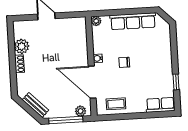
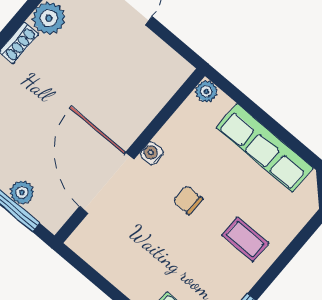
coffee table: (116, 104) -> (245, 239), moved
plant: (81, 111) -> (22, 192), moved

